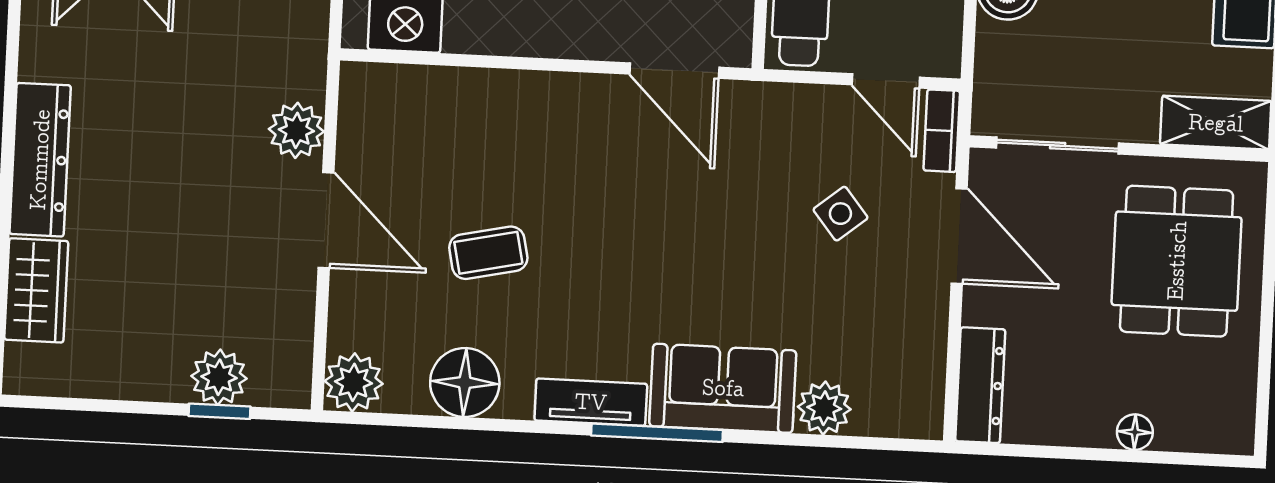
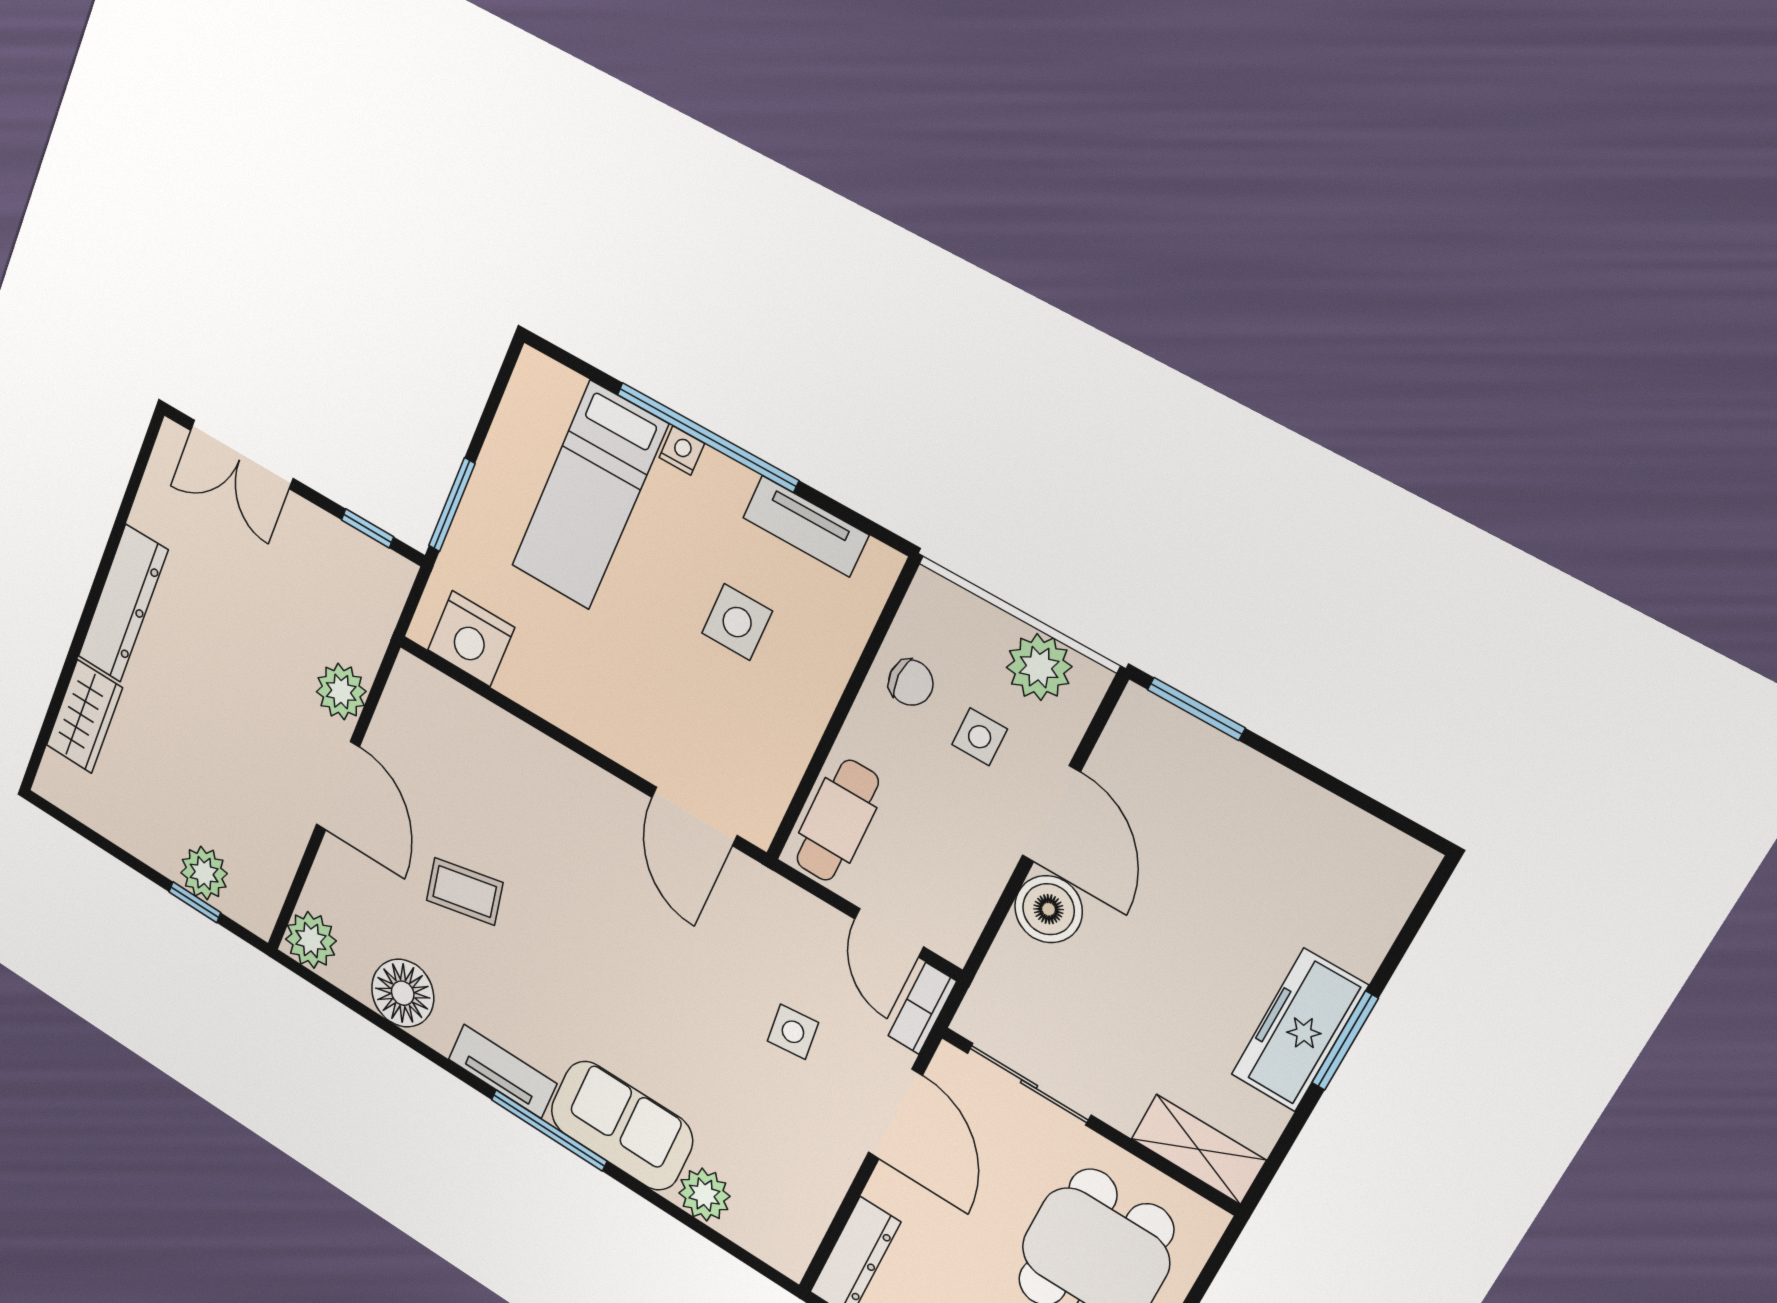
side table: (840, 214) -> (793, 1032), turned 33

